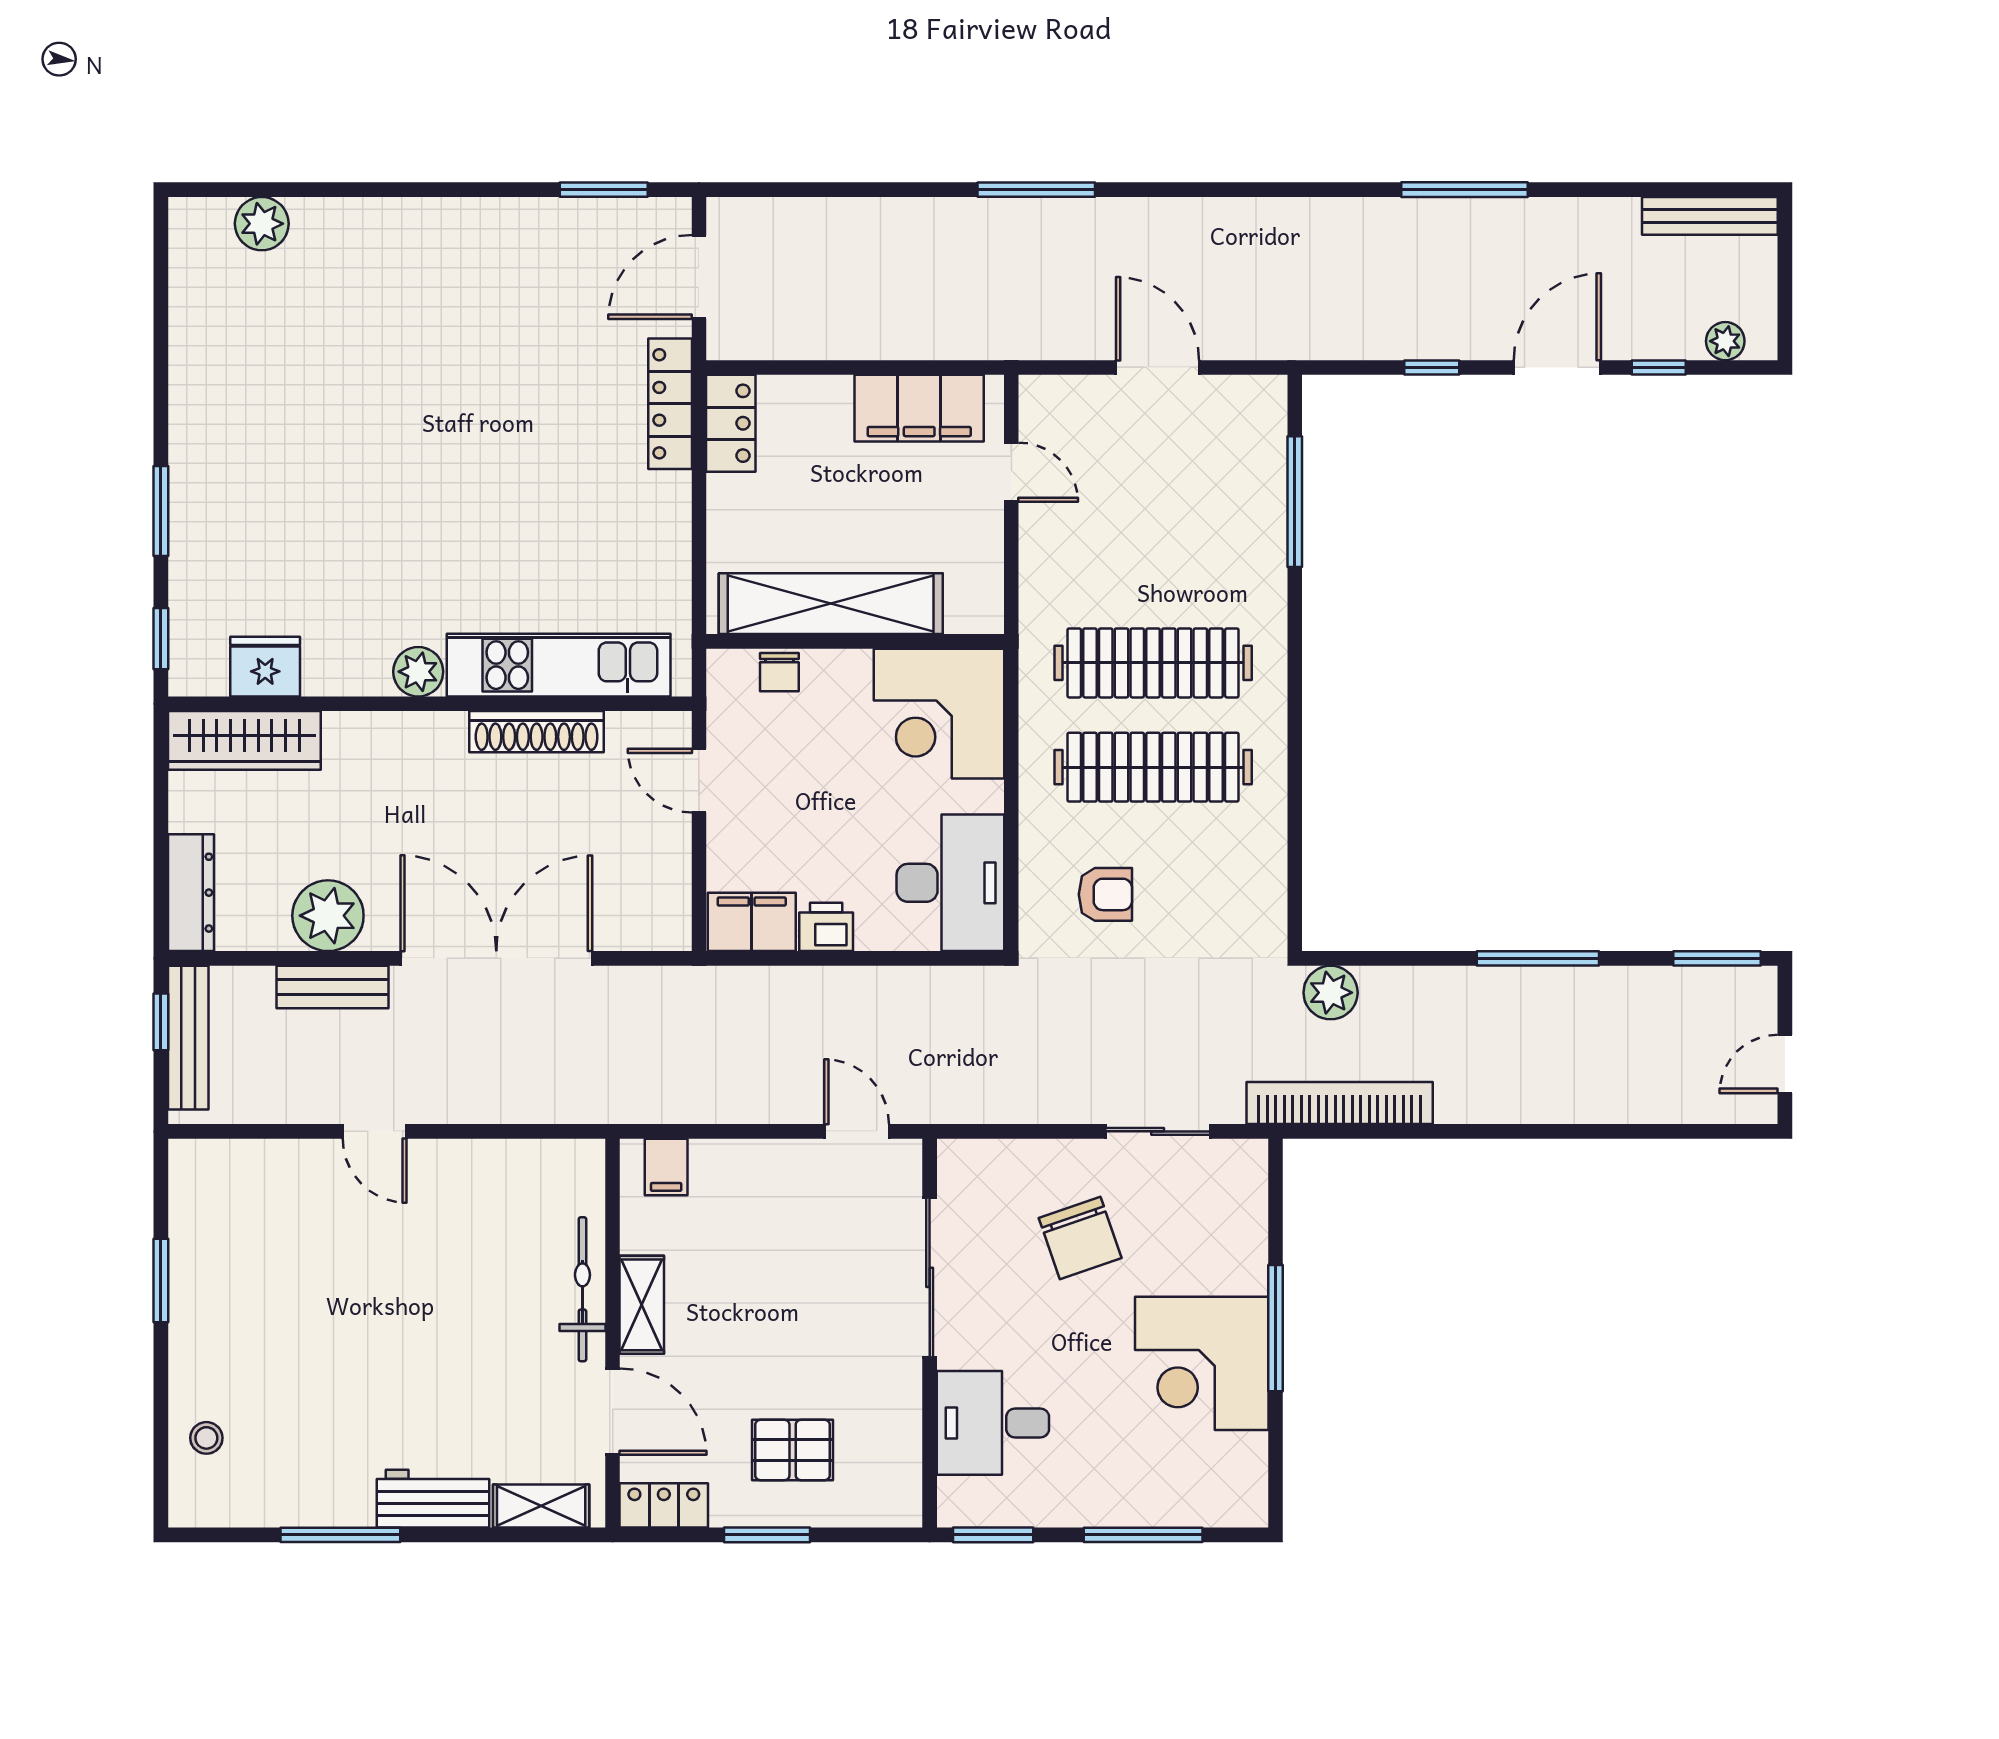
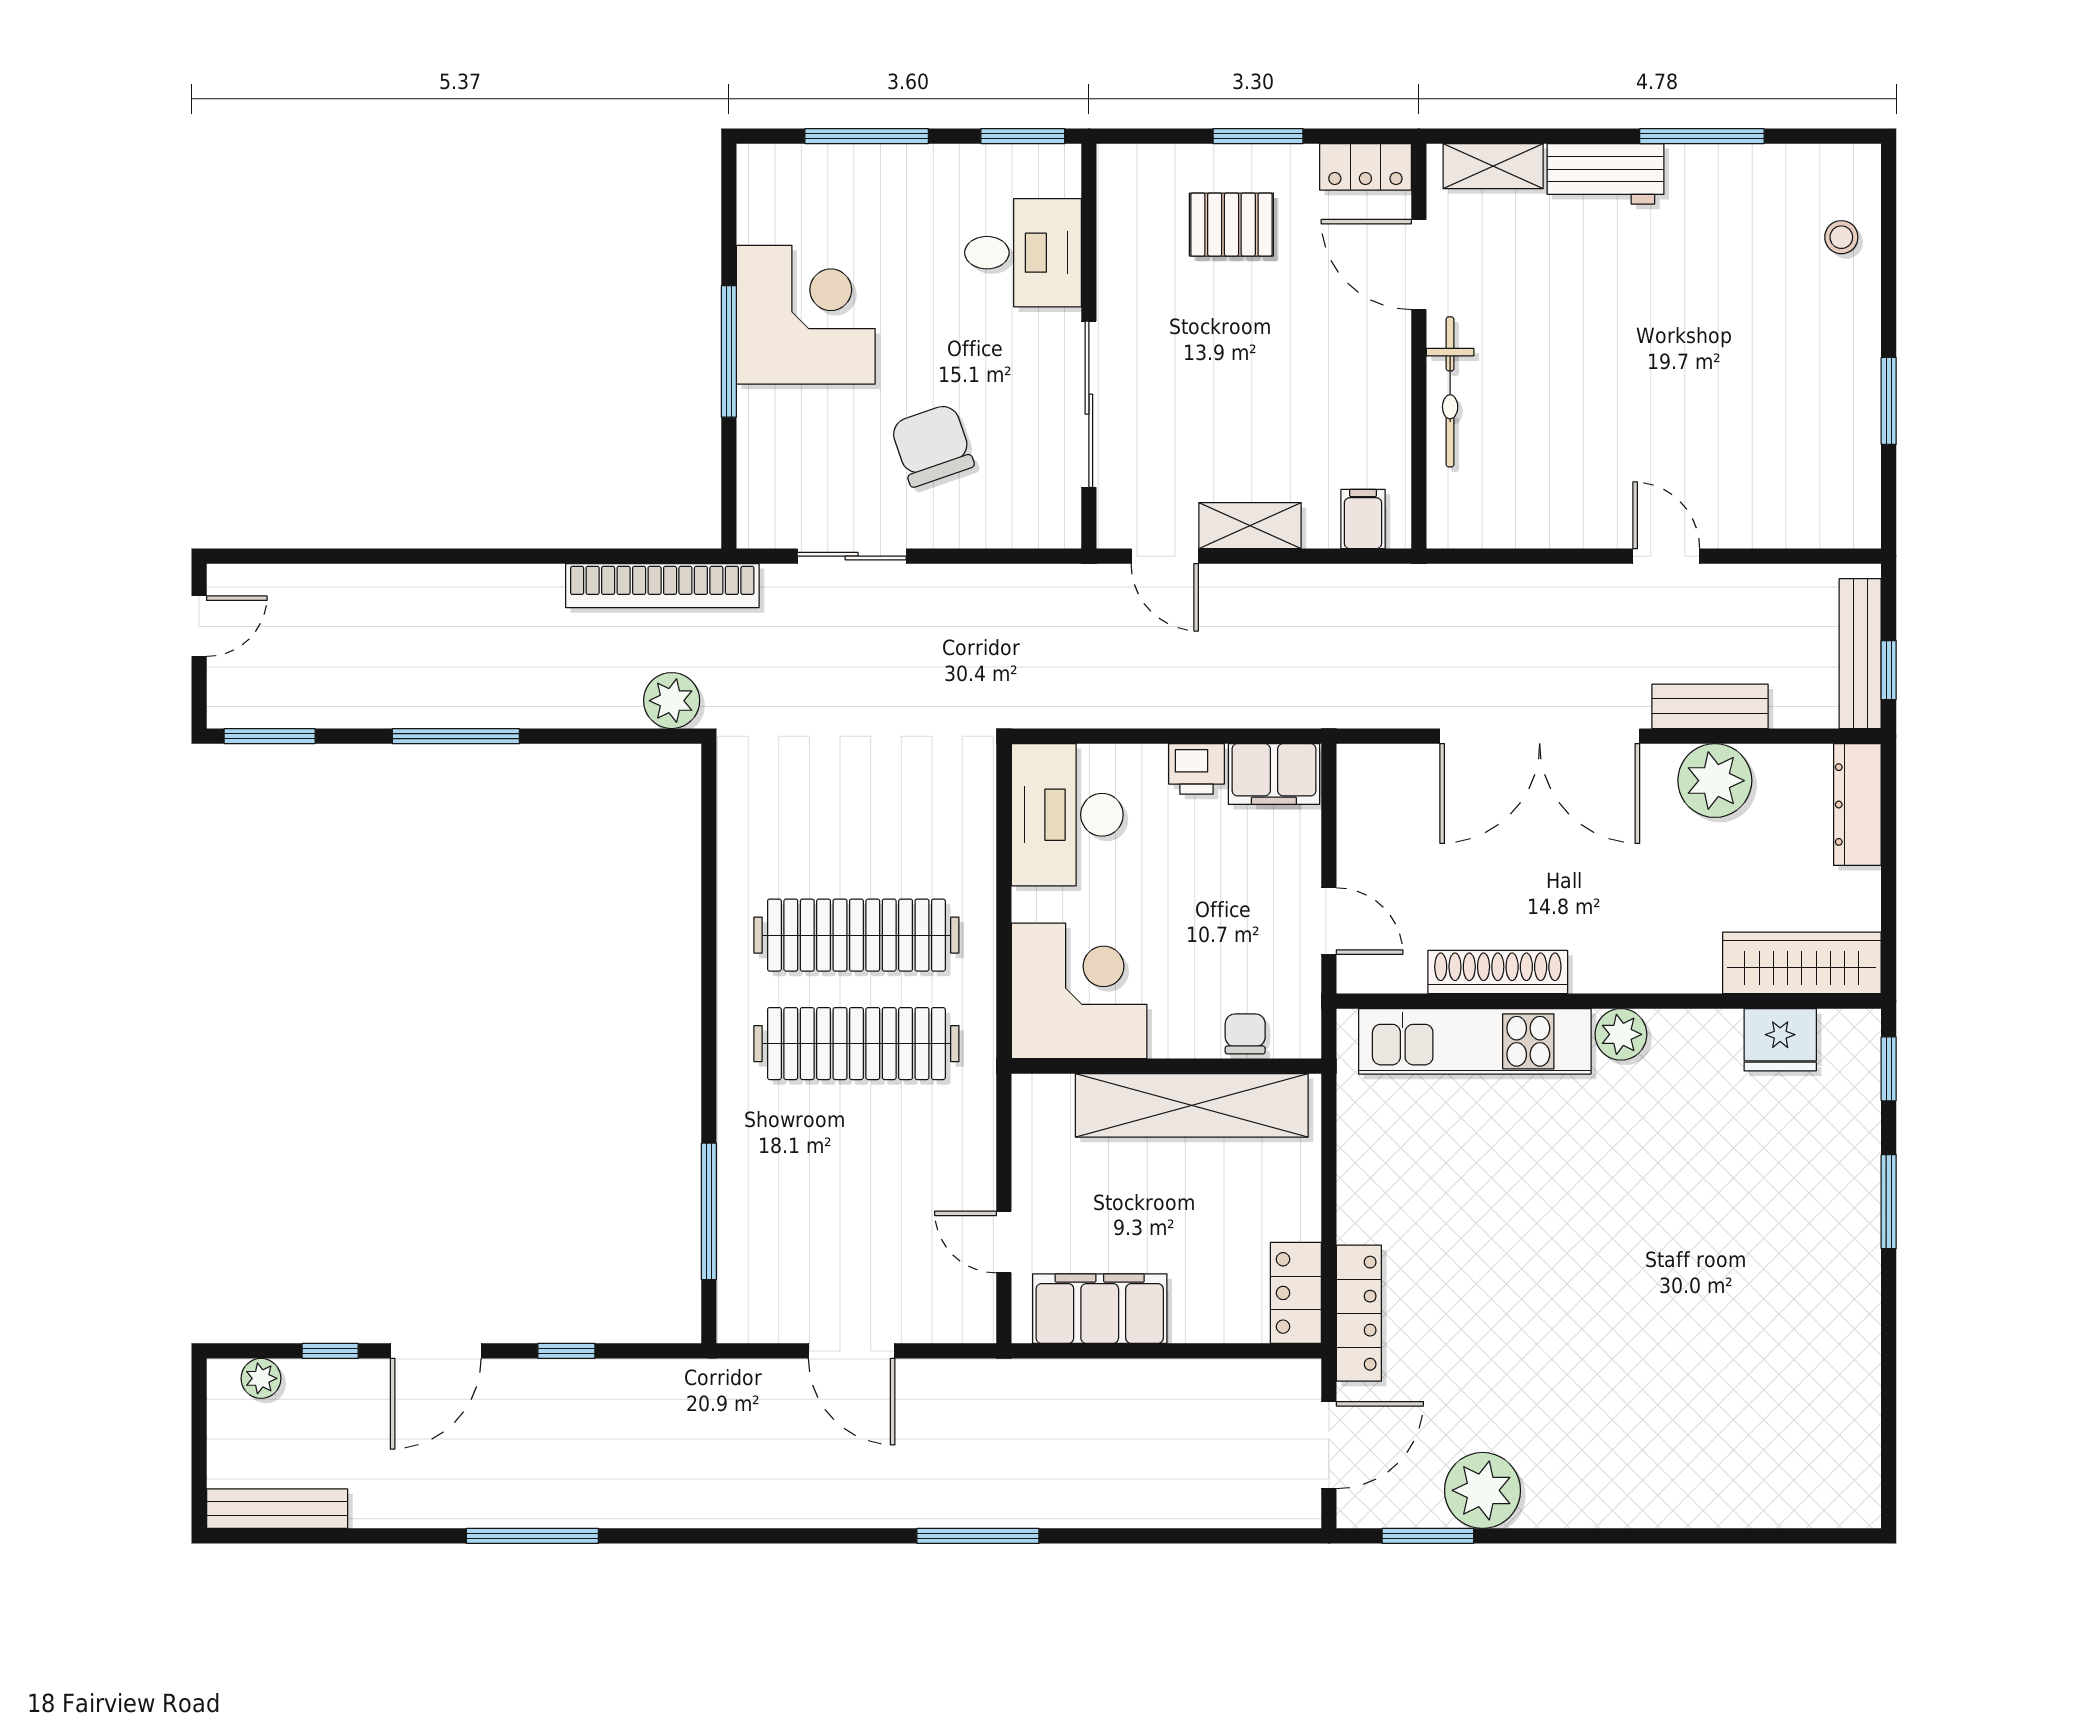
plant: (262, 224) -> (1483, 1490), moved, width x1.36, depth x1.36
armchair: (1105, 894) -> (906, 803), removed
shelving: (642, 1305) -> (1250, 526), moved, turned 90

